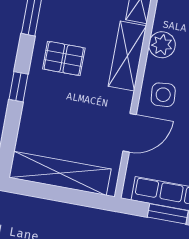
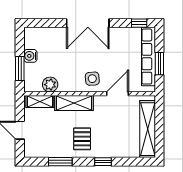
plant: (162, 45) -> (50, 85), moved
door: (130, 133) -> (117, 94), hinge flipped

